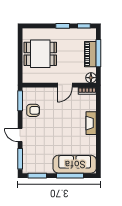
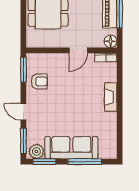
sofa: (75, 164) -> (71, 148), moved
plant: (31, 167) -> (36, 151), added

